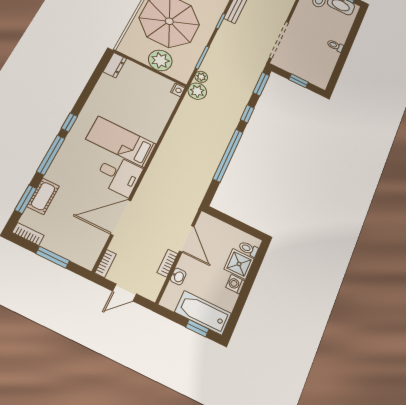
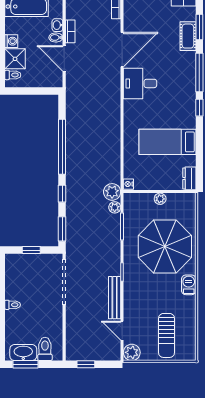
plant: (160, 60) -> (160, 199), width x0.53, depth x0.53
bed: (121, 142) -> (167, 142), moved, turned 180
bidet: (186, 264) -> (56, 37), added

